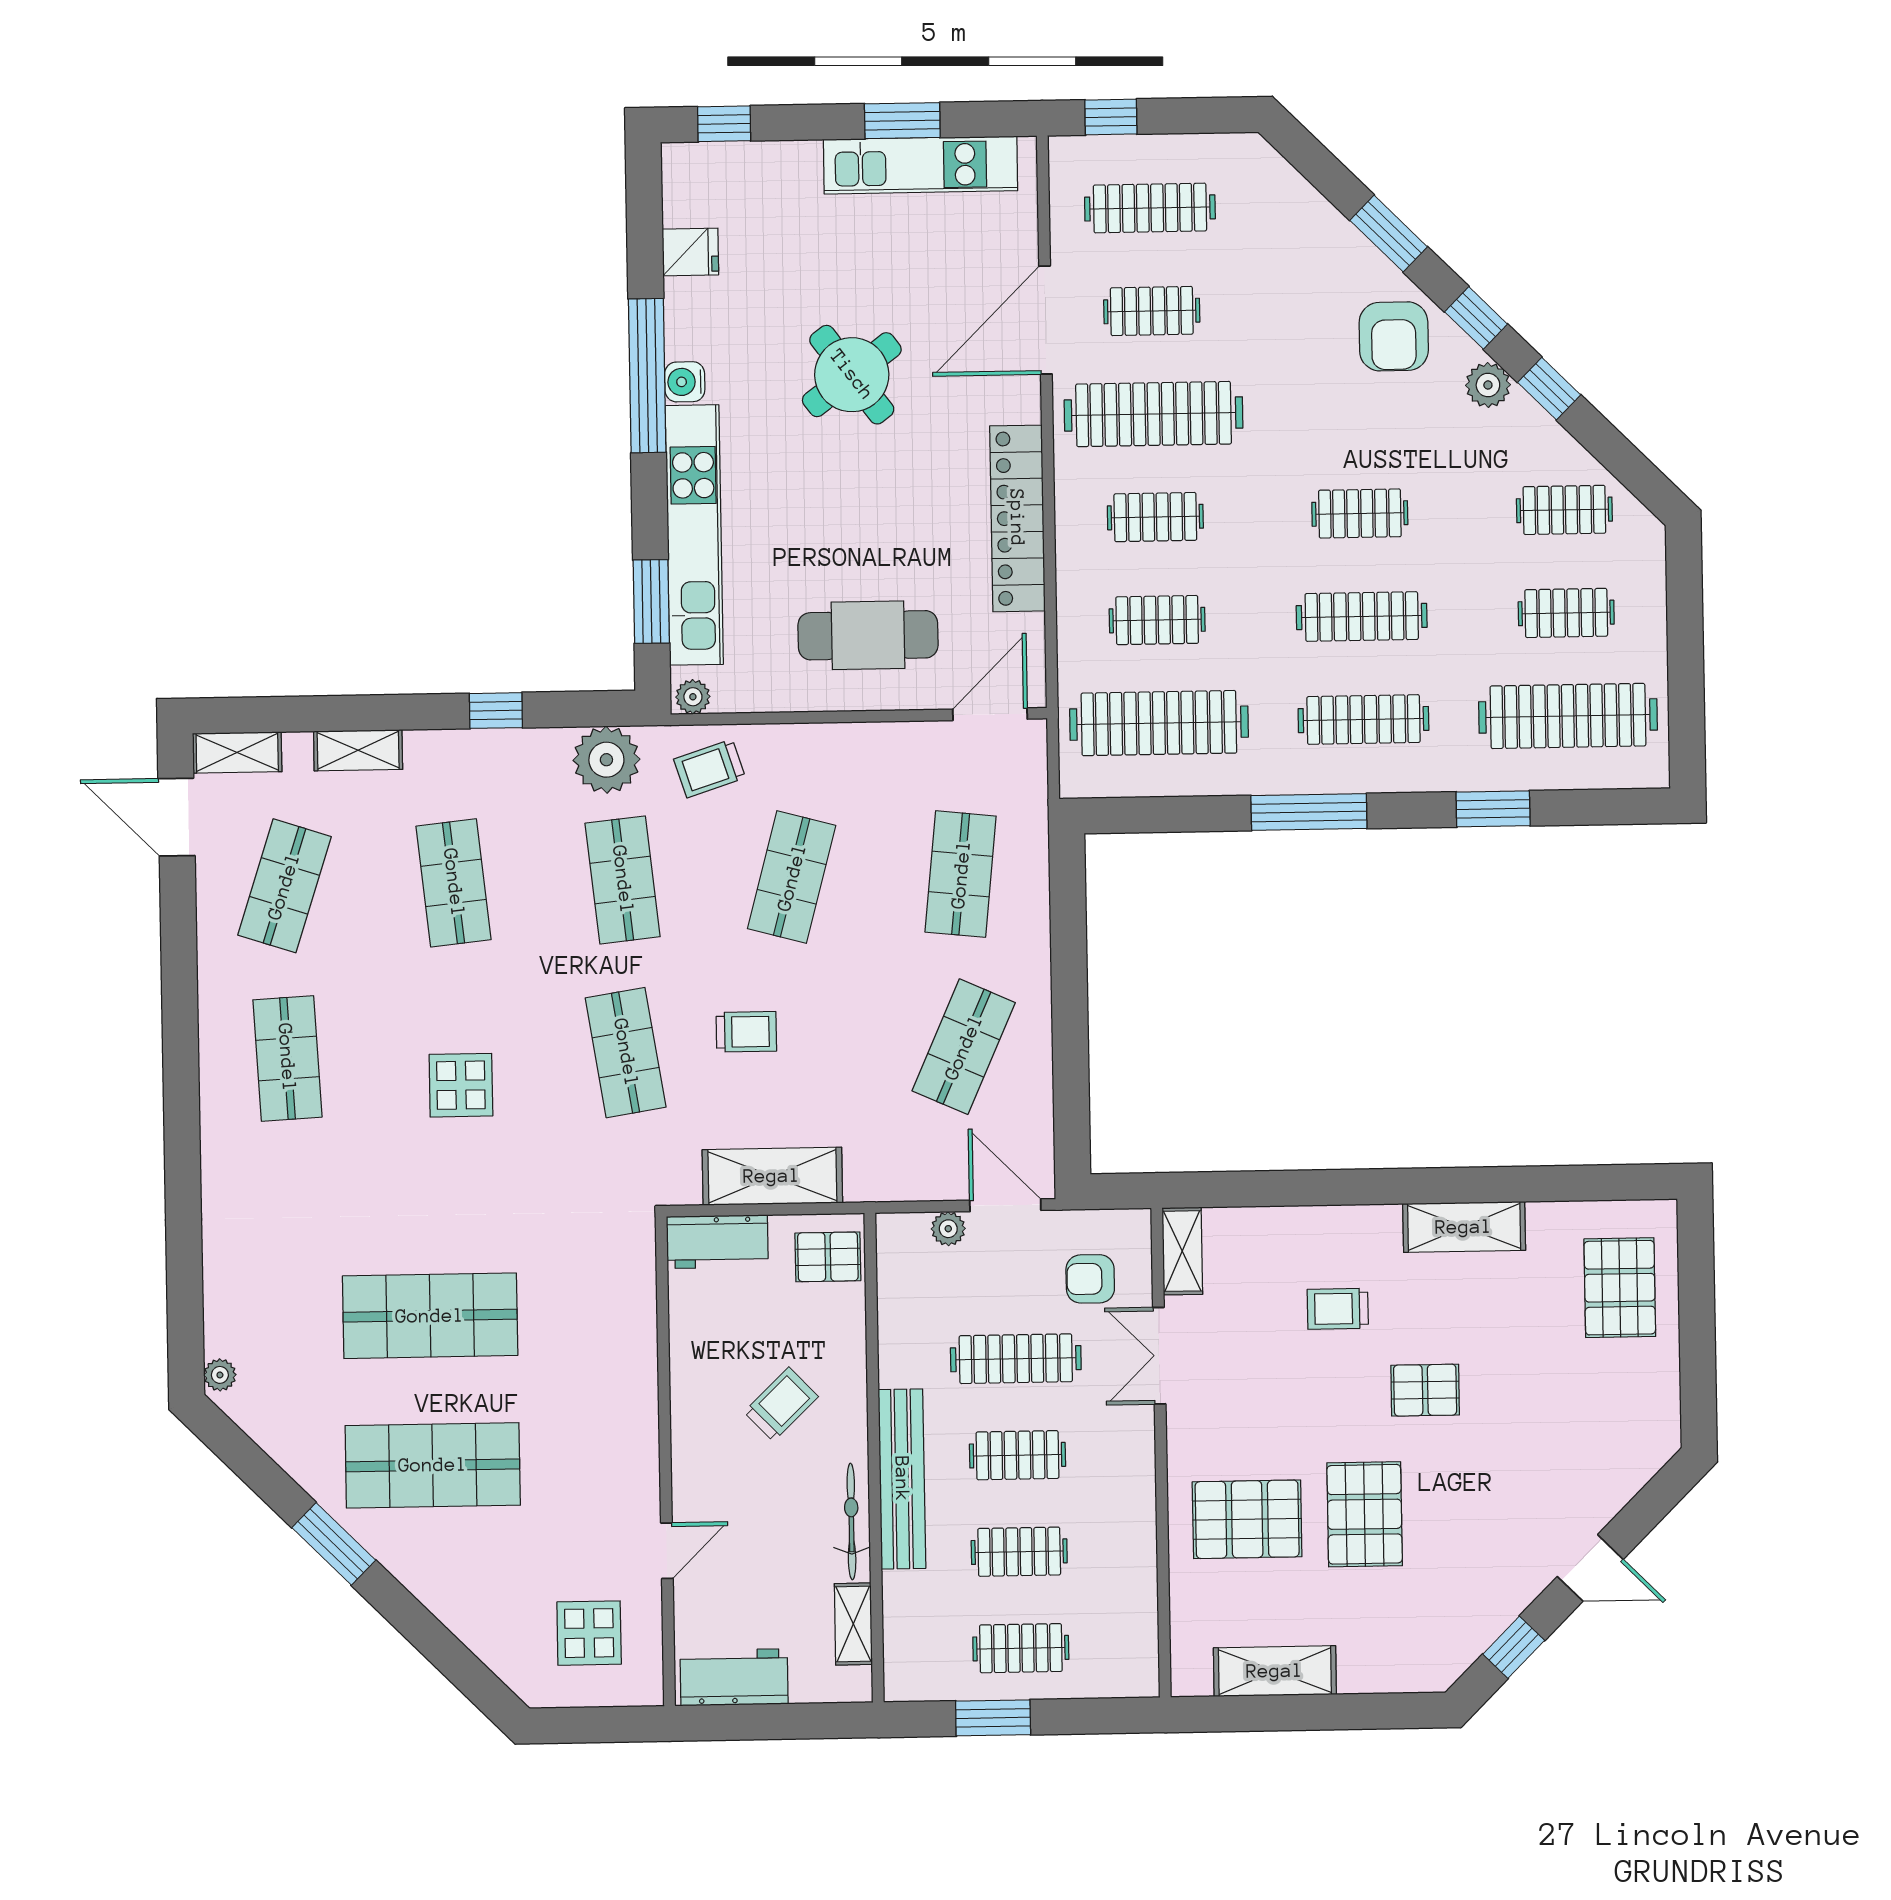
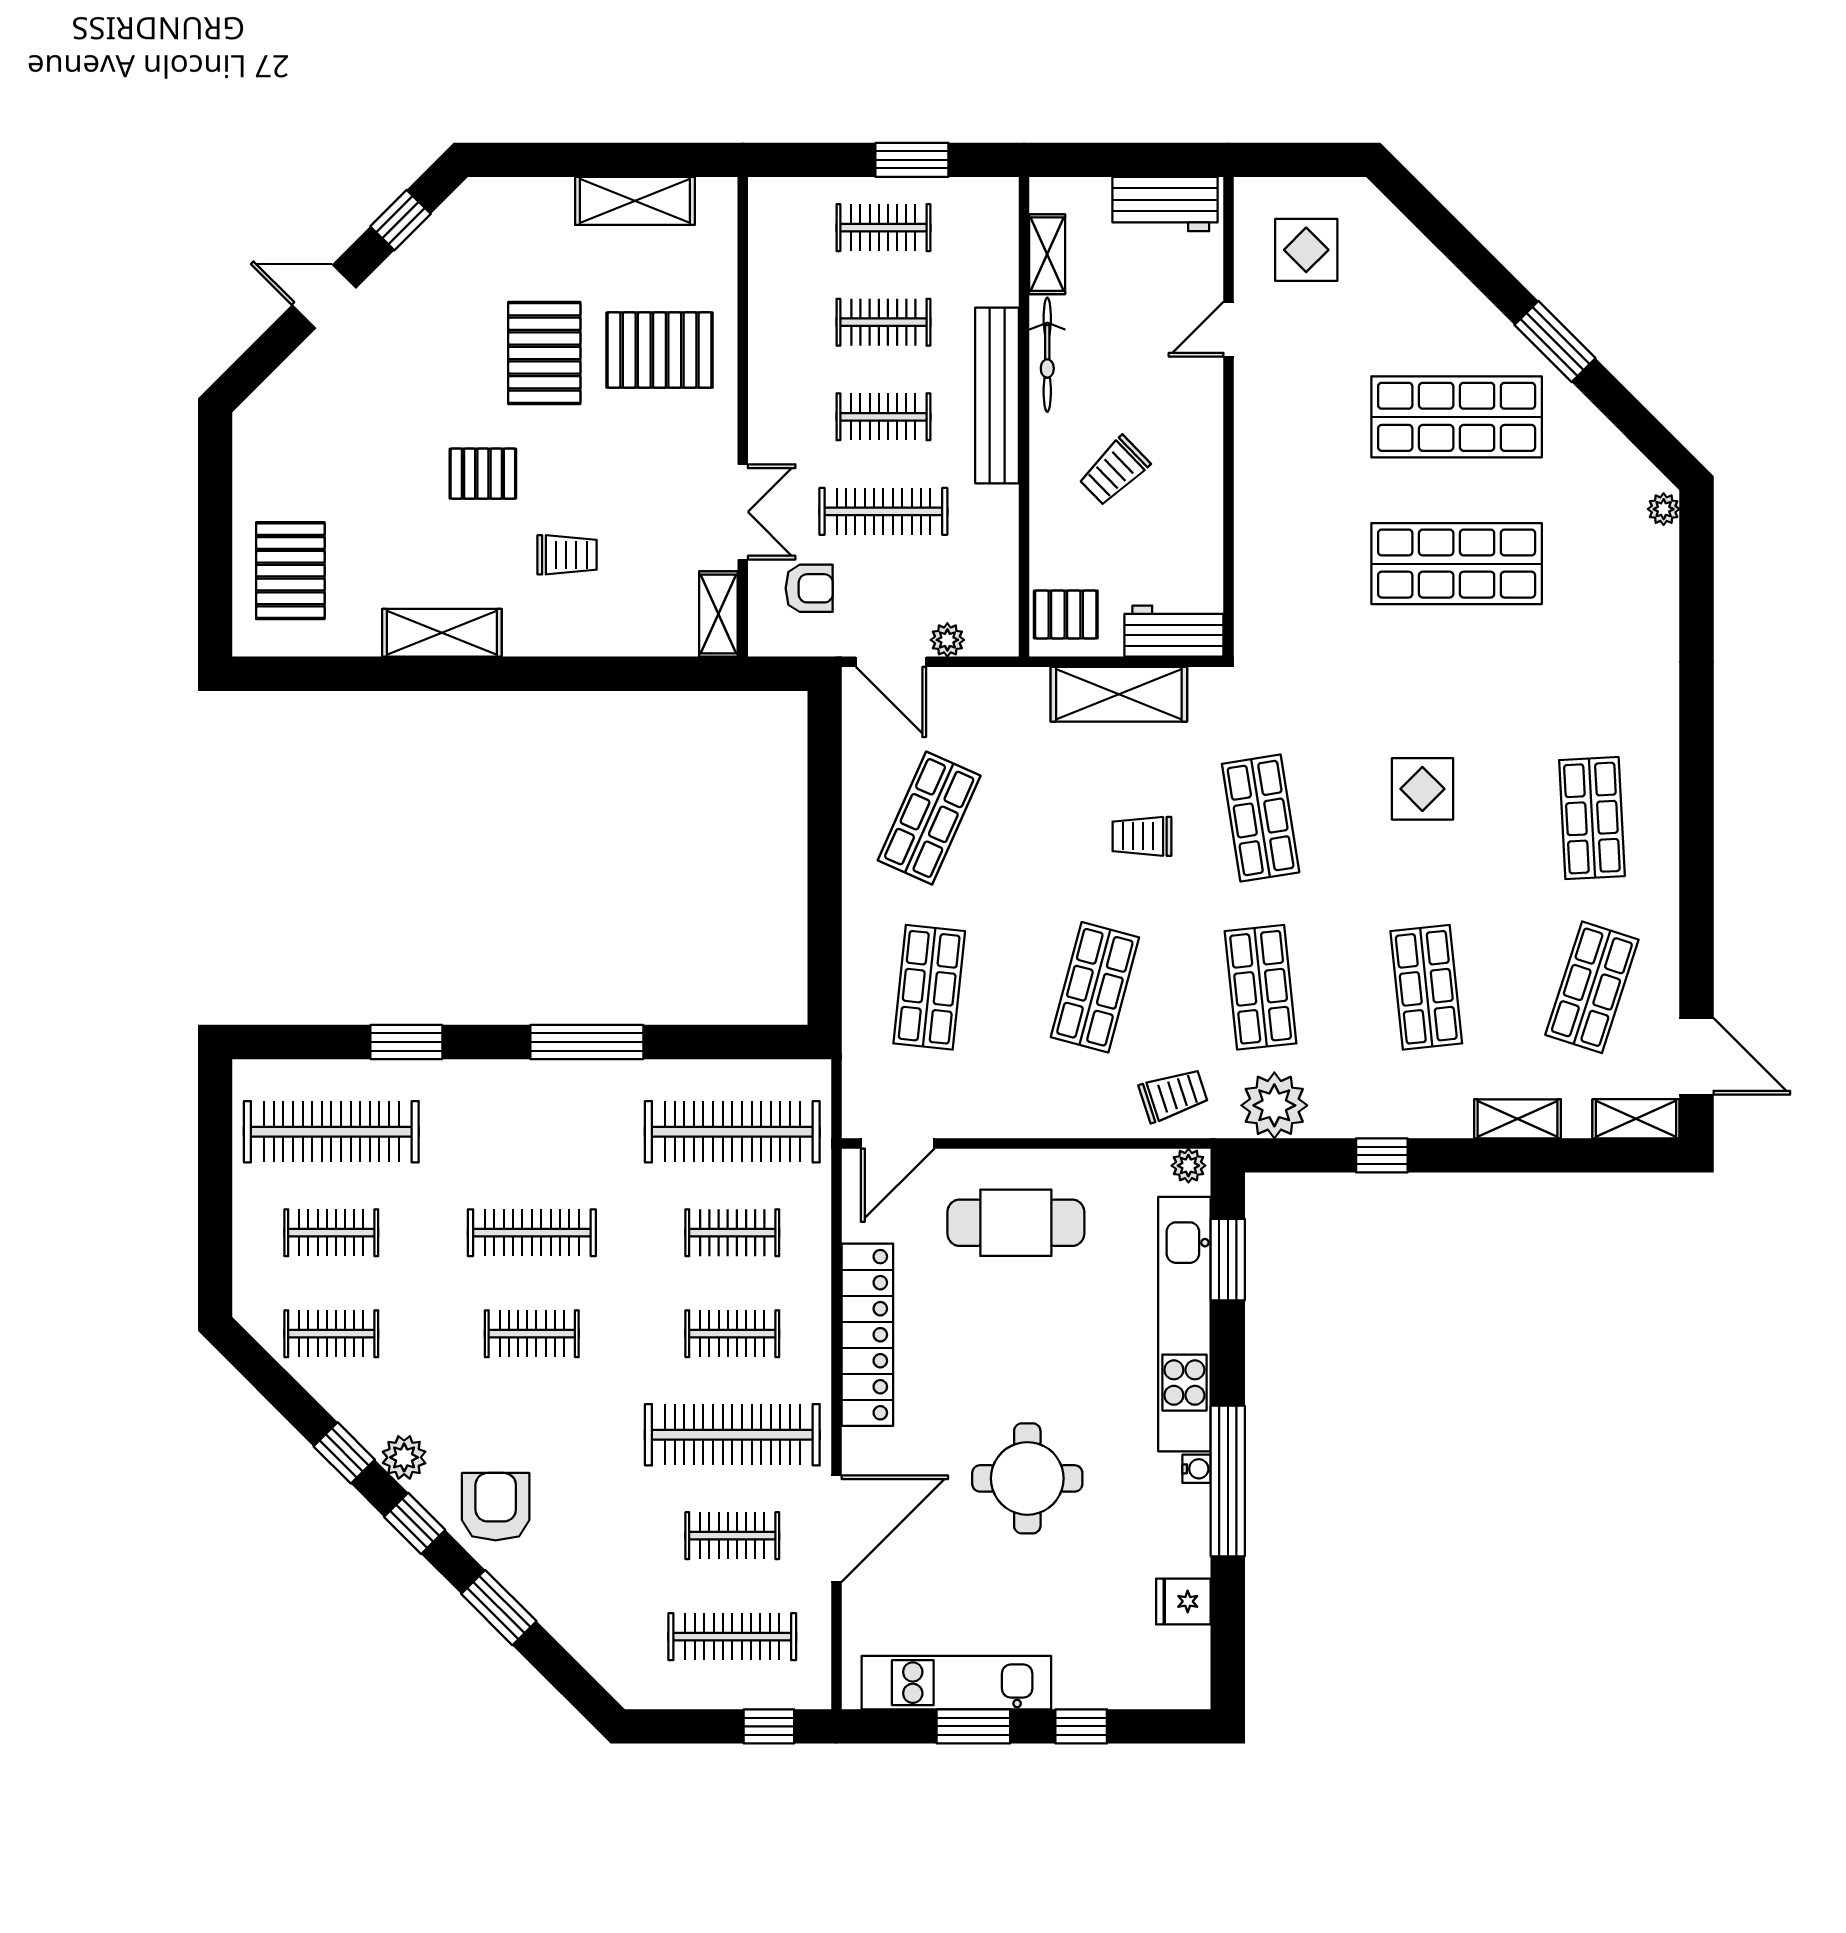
window: (724, 124) -> (1081, 1726), moved
round table: (852, 375) -> (1027, 1478), turned 37
water cooler: (685, 382) -> (1197, 1469), width x0.72, depth x0.72
clothes rail: (1363, 720) -> (532, 1132), removed

